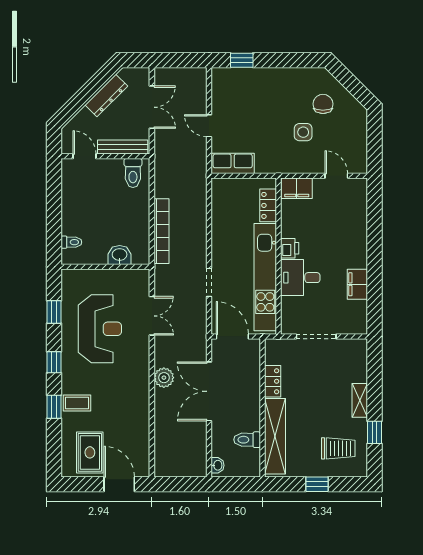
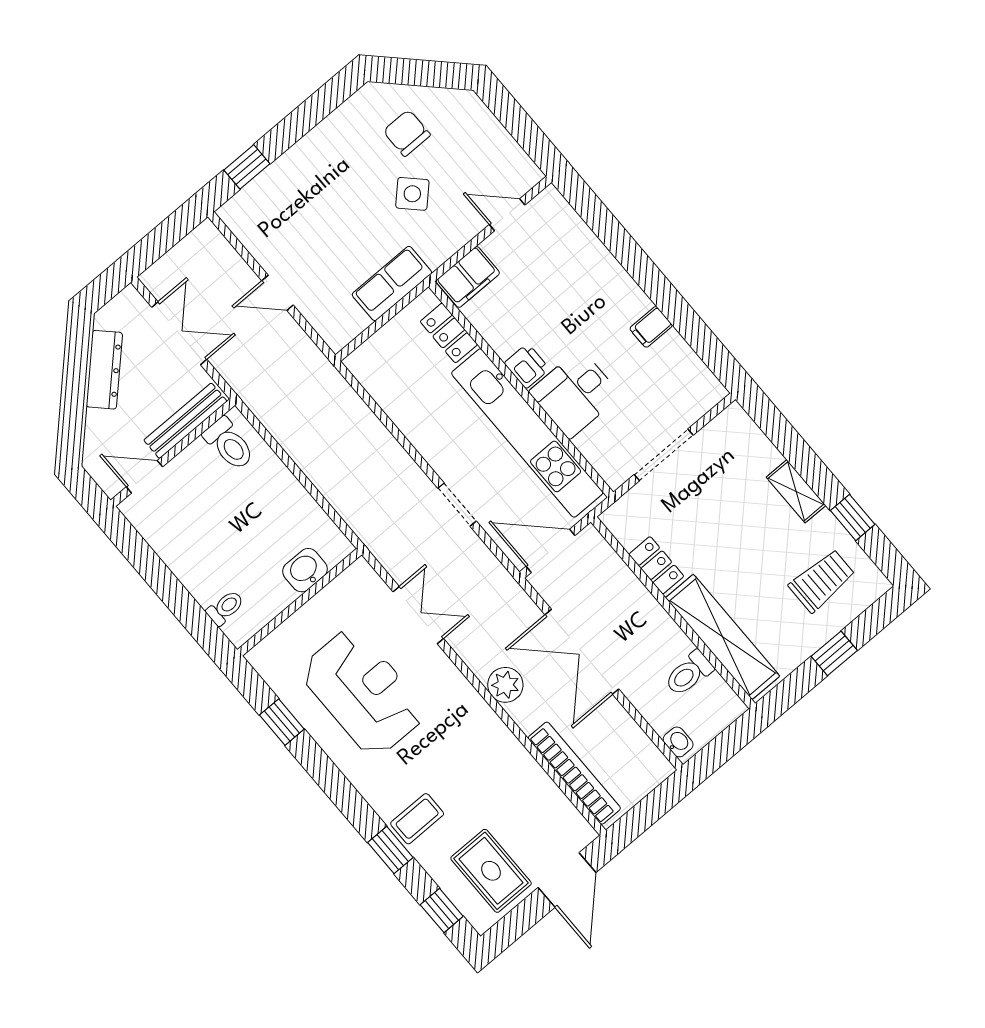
side table: (303, 132) -> (412, 194), turned 45
row of seats: (233, 163) -> (392, 284), moved
bookcase: (161, 231) -> (574, 773), moved
filing cabinet: (357, 284) -> (651, 327), width x0.50
window: (54, 362) -> (442, 911), moved
door: (119, 484) -> (567, 880), swing flipped

